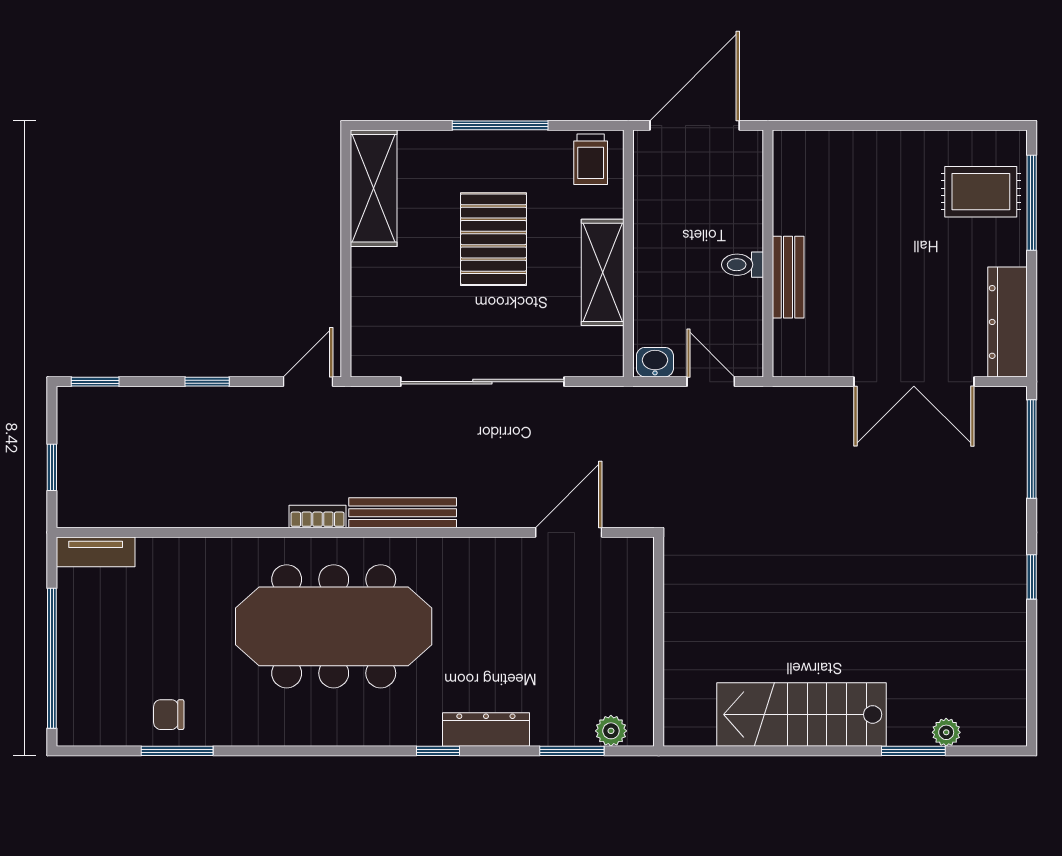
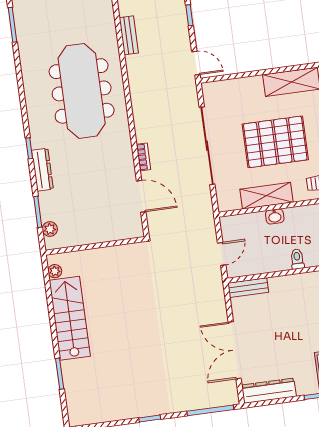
pallet: (493, 239) -> (275, 142), width x1.37, depth x1.41
toilet: (742, 265) -> (297, 259), moved
bench: (788, 277) -> (248, 288), moved
washbasin: (655, 362) -> (275, 216), moved, turned 90
bench: (403, 513) -> (129, 35), moved, width x0.73
bookcase: (318, 517) -> (143, 157), moved
chair: (169, 715) -> (29, 18), removed
plant: (946, 732) -> (55, 271), moved

